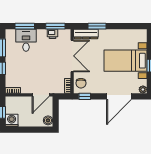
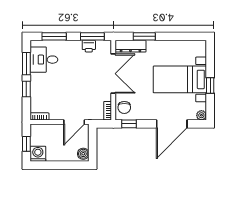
desk: (26, 40) -> (44, 60), moved, turned -90

